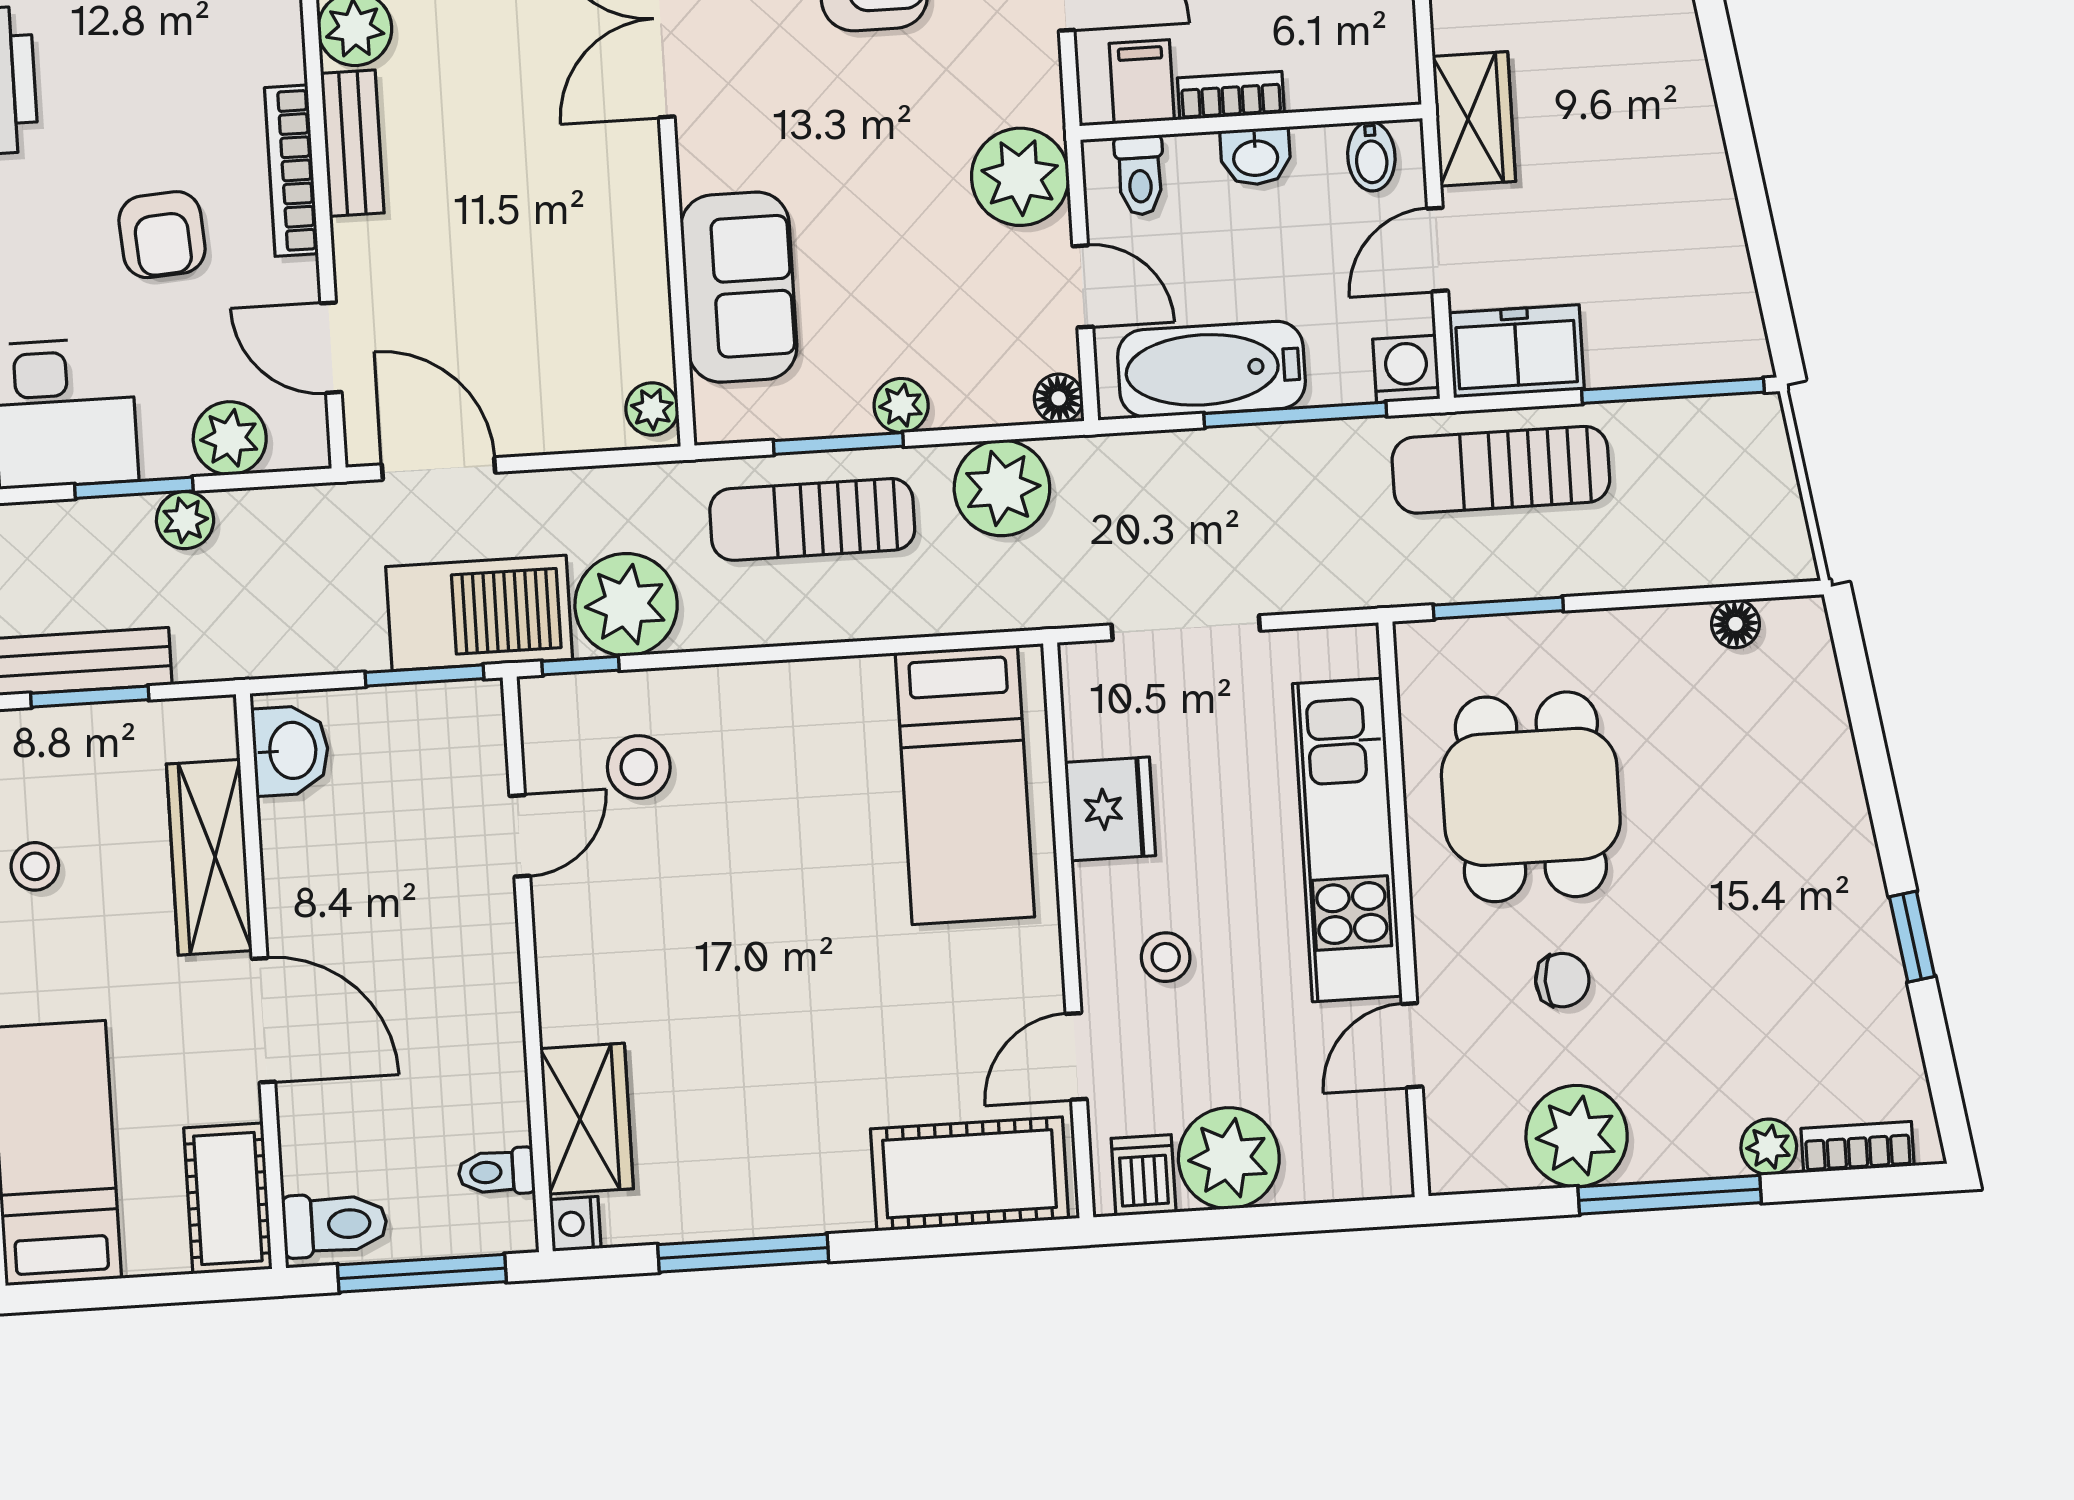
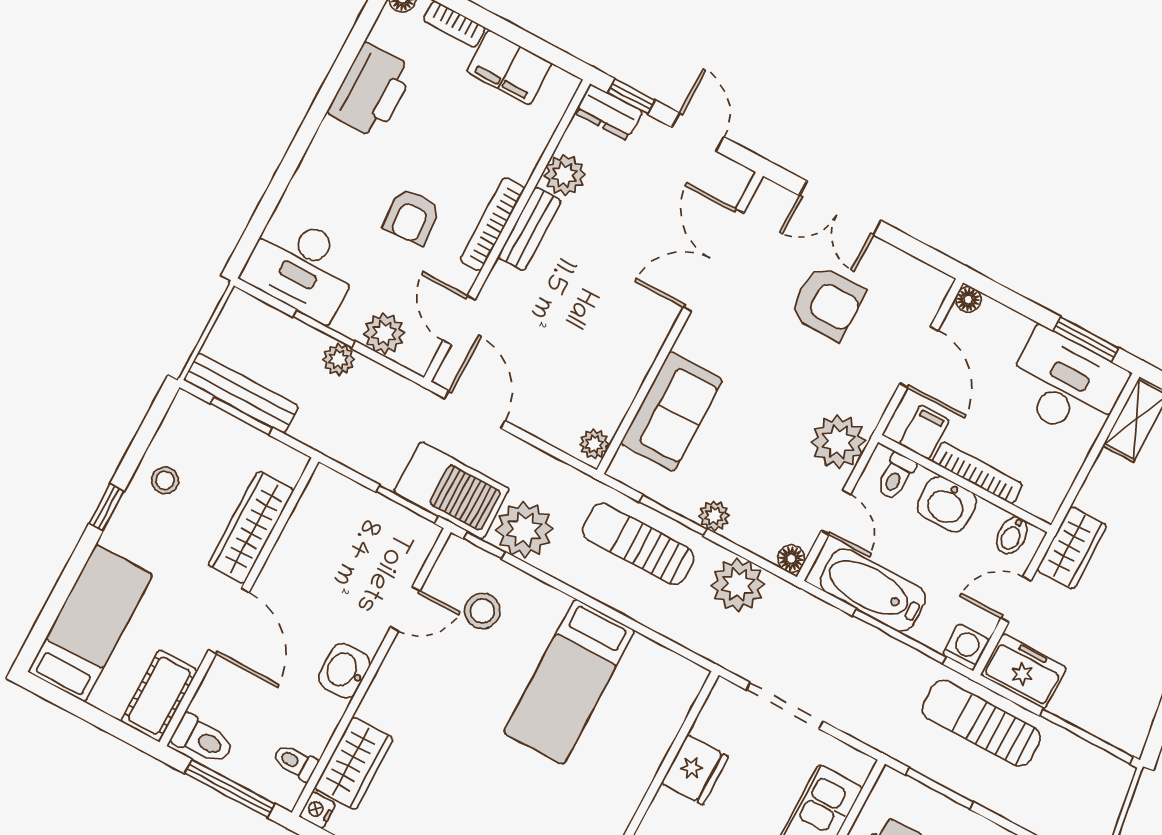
bookcase: (1231, 96) -> (977, 473), width x1.56
washbasin: (1256, 157) -> (947, 504), width x1.38, depth x1.45
washbasin: (291, 751) -> (344, 671), moved, turned 180
bed: (965, 785) -> (569, 682), moved

